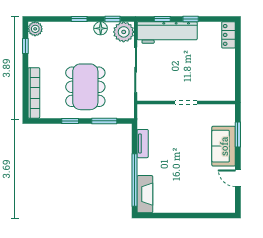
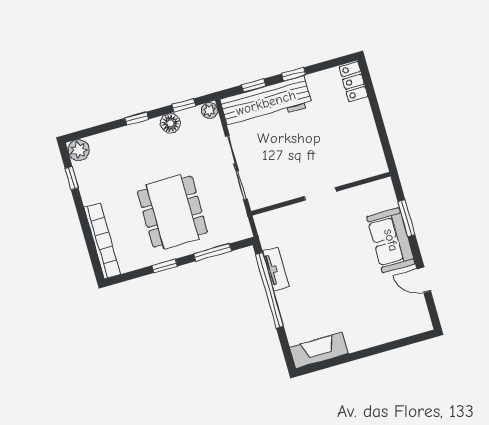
plant: (124, 32) -> (209, 110), width x0.53, depth x0.53
window: (135, 180) -> (270, 290), moved
fireplace: (145, 194) -> (319, 350), moved, turned -90

